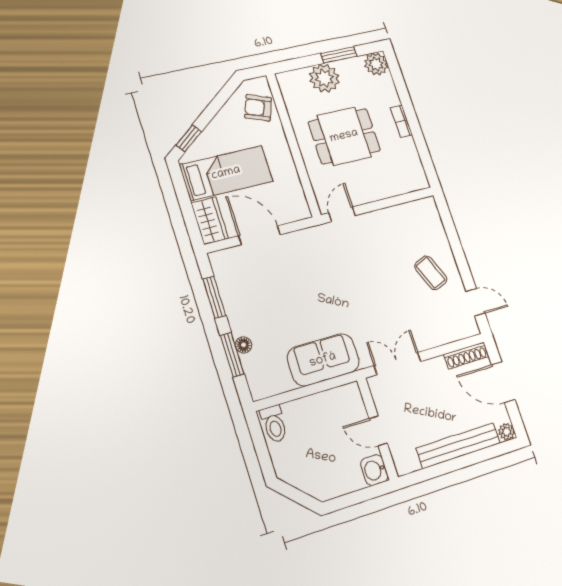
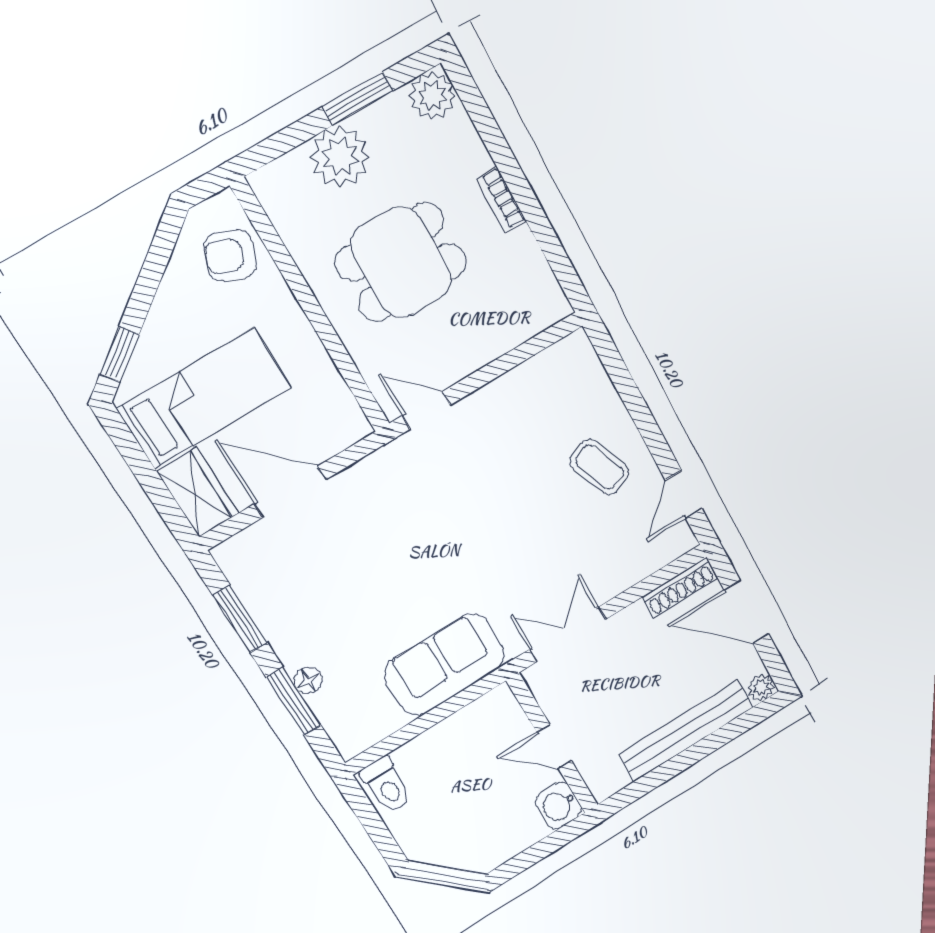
door: (342, 214) -> (426, 410), hinge flipped
door: (475, 302) -> (684, 494), swing flipped

